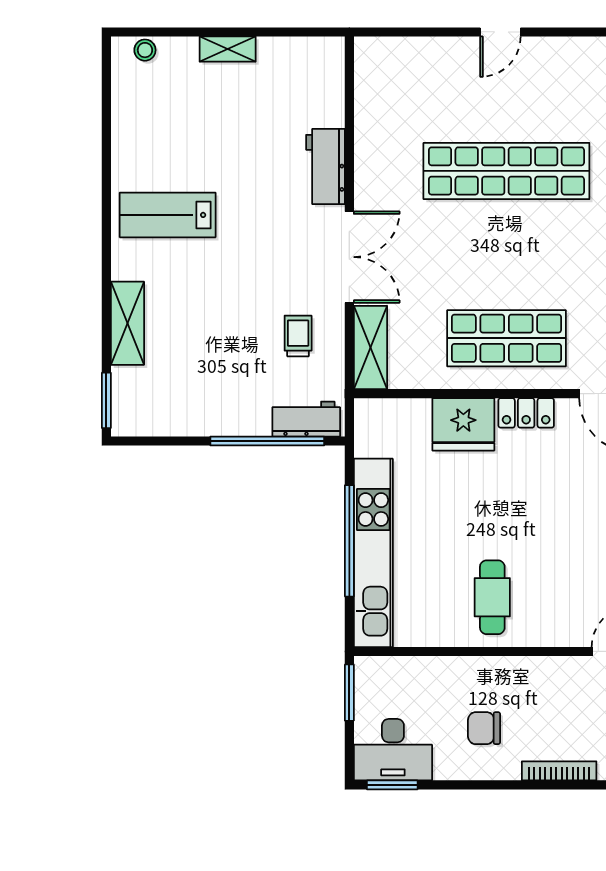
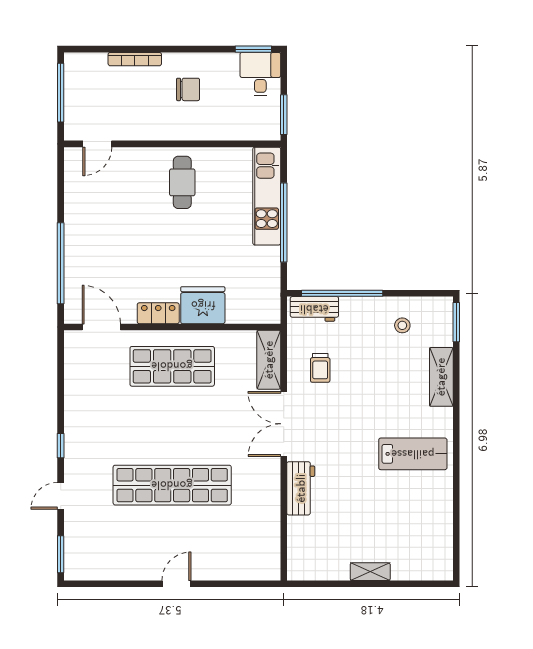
stool: (145, 50) -> (402, 325), moved
kitchen unit: (373, 553) -> (267, 196), width x0.73
desk: (393, 750) -> (260, 74), width x0.73

